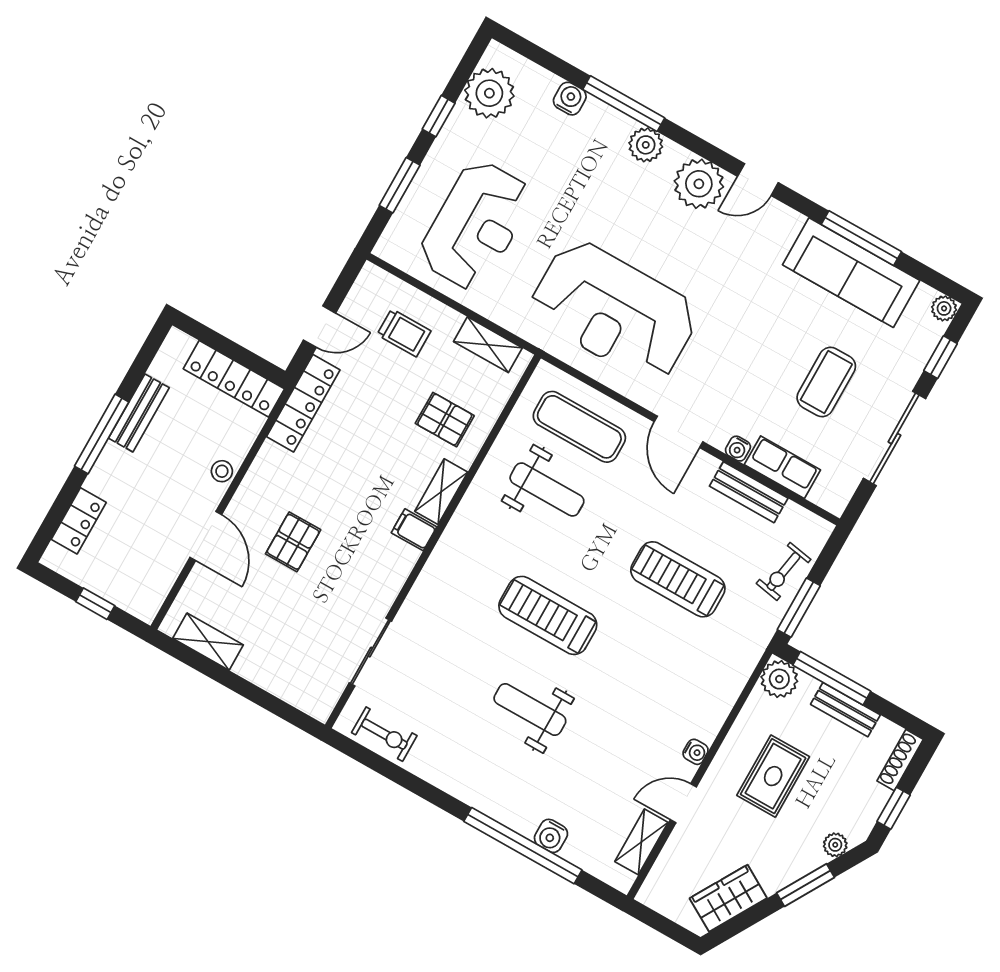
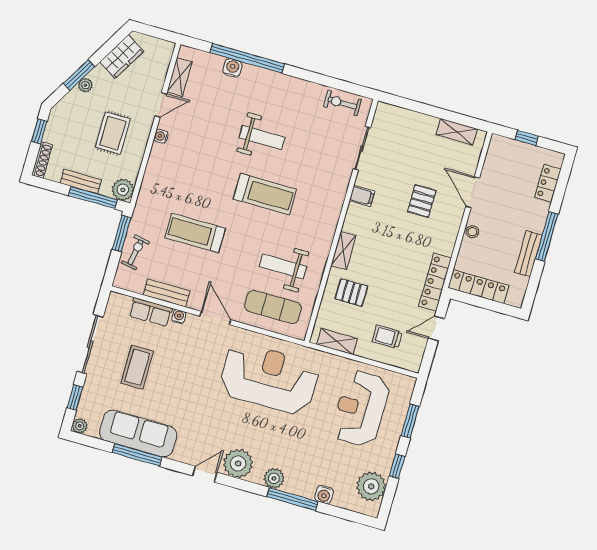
filing cabinet: (414, 530) -> (362, 196), moved
treadmill: (678, 579) -> (195, 233), turned 180
plant: (835, 845) -> (85, 85), moved

